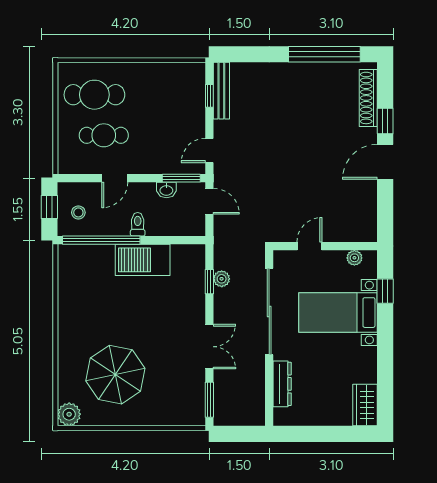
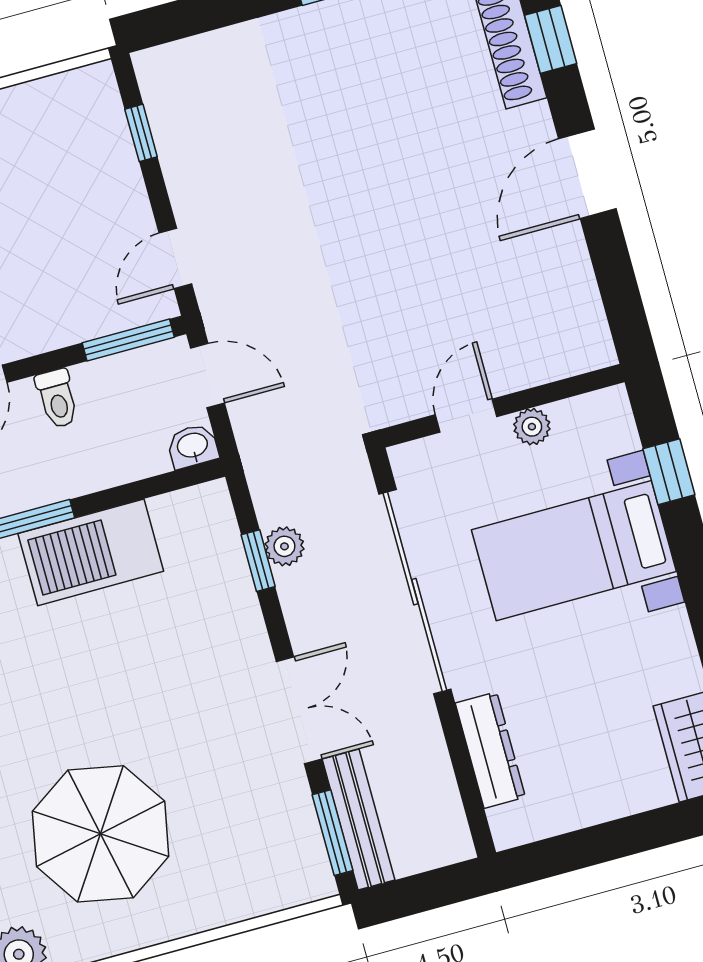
bench: (221, 91) -> (359, 820), moved
window: (385, 121) -> (551, 39), moved
washbasin: (166, 190) -> (193, 446), moved, turned 180
toilet: (138, 224) -> (57, 399), moved, turned 180
plant: (354, 258) -> (532, 427), moved

